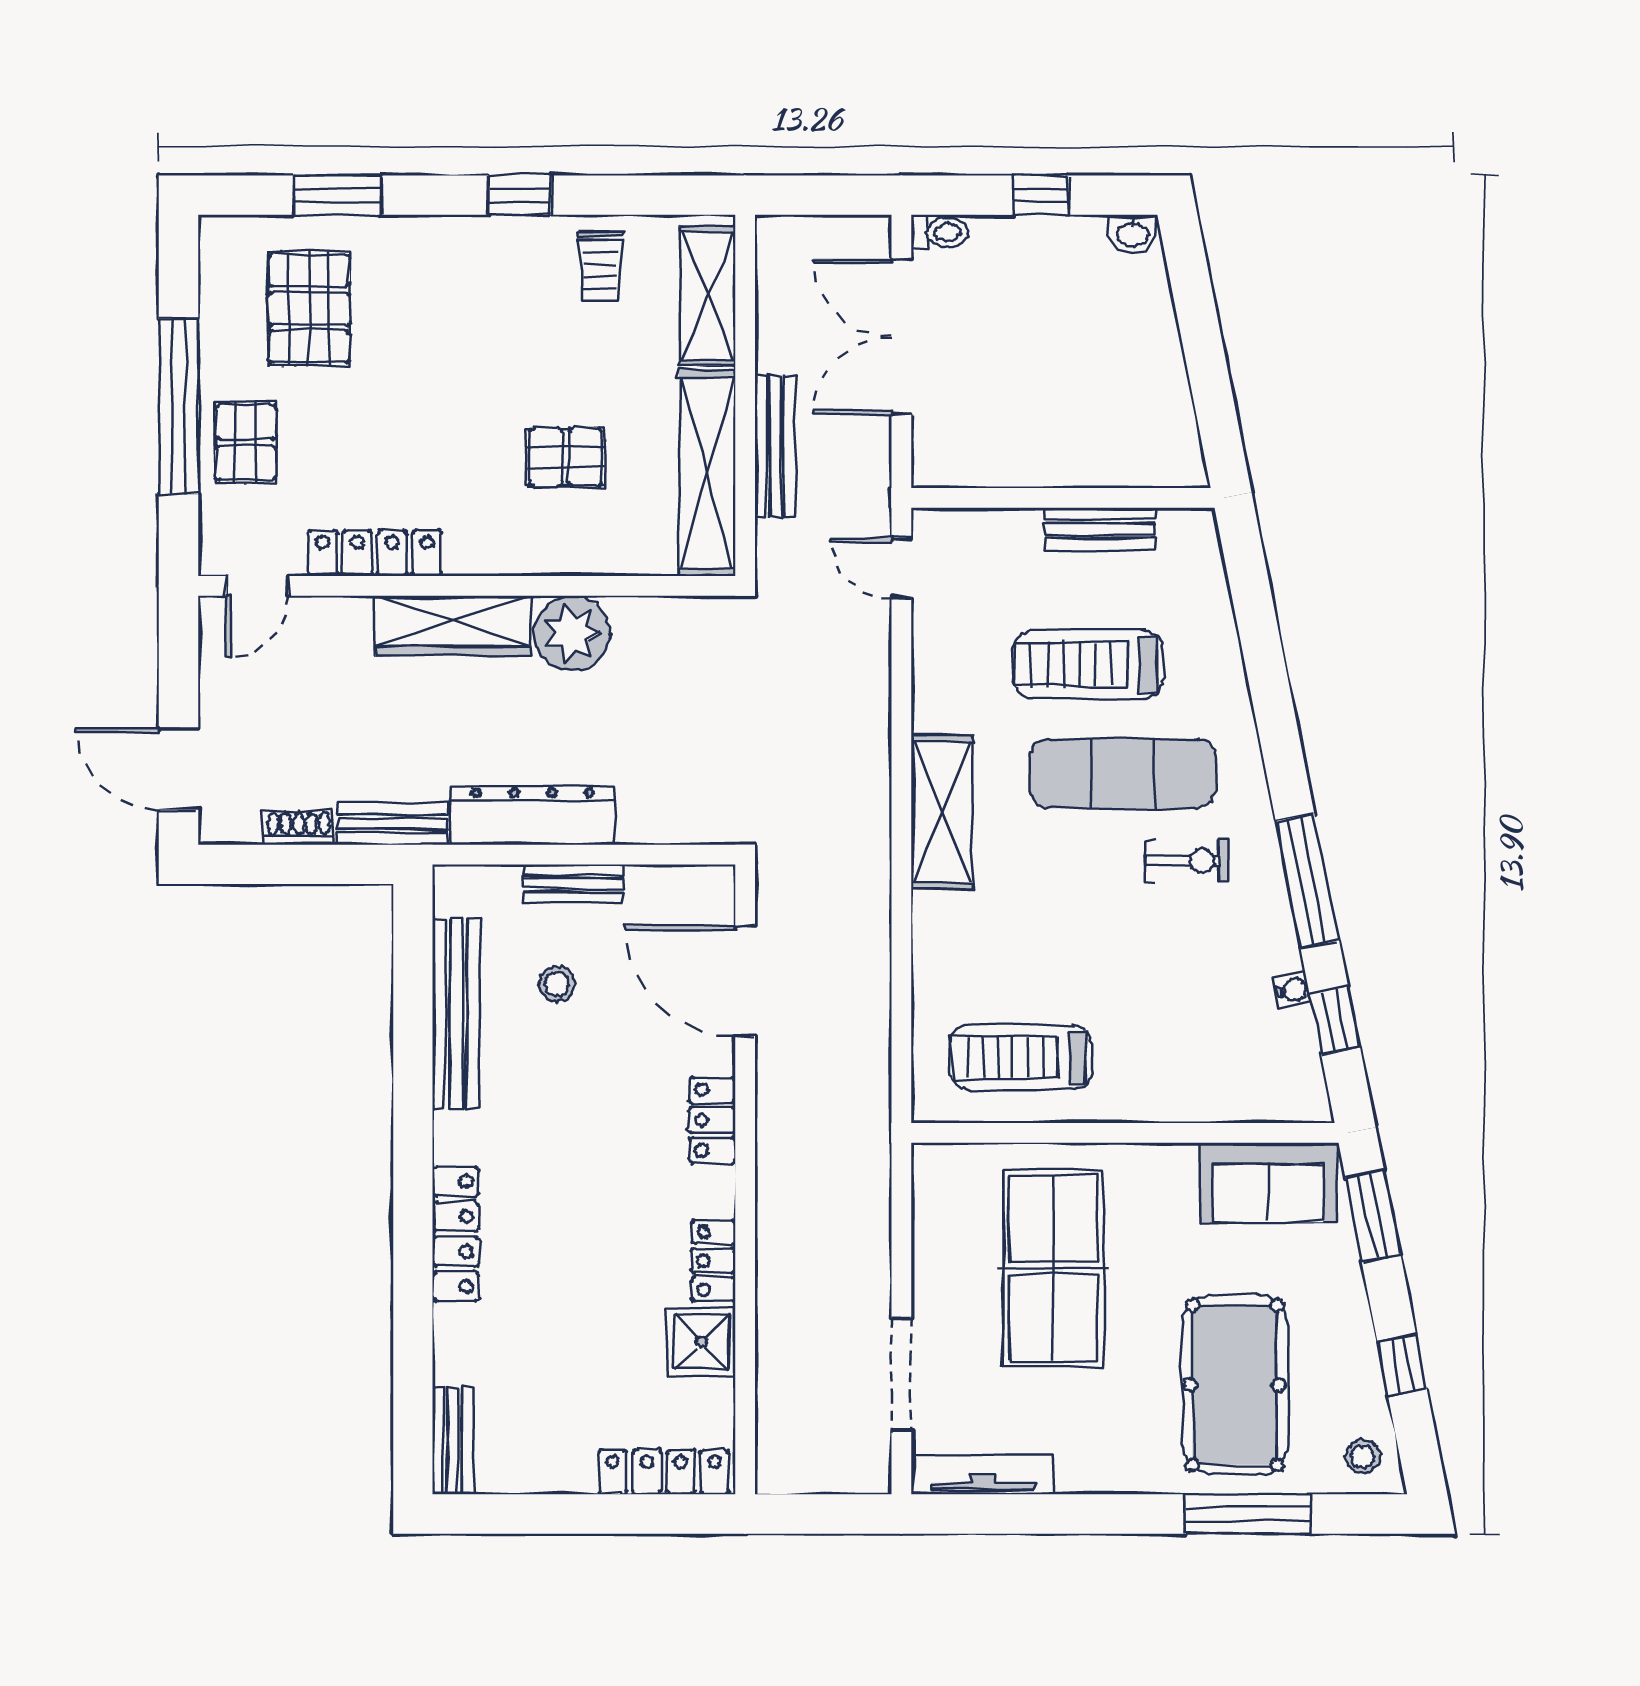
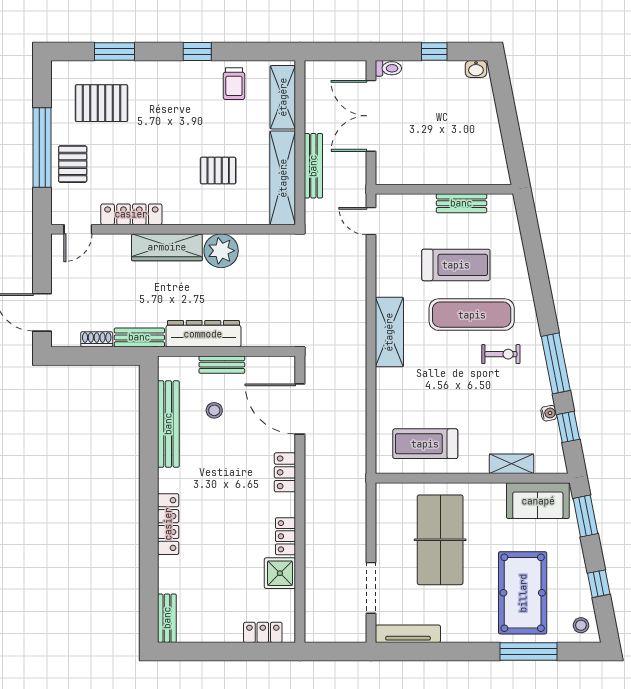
pallet: (309, 309) -> (101, 103), turned 90
treadmill: (1088, 664) -> (456, 265), turned 180
shelving: (1210, 1101) -> (511, 464), added
locker: (664, 1472) -> (263, 632), width x0.66

